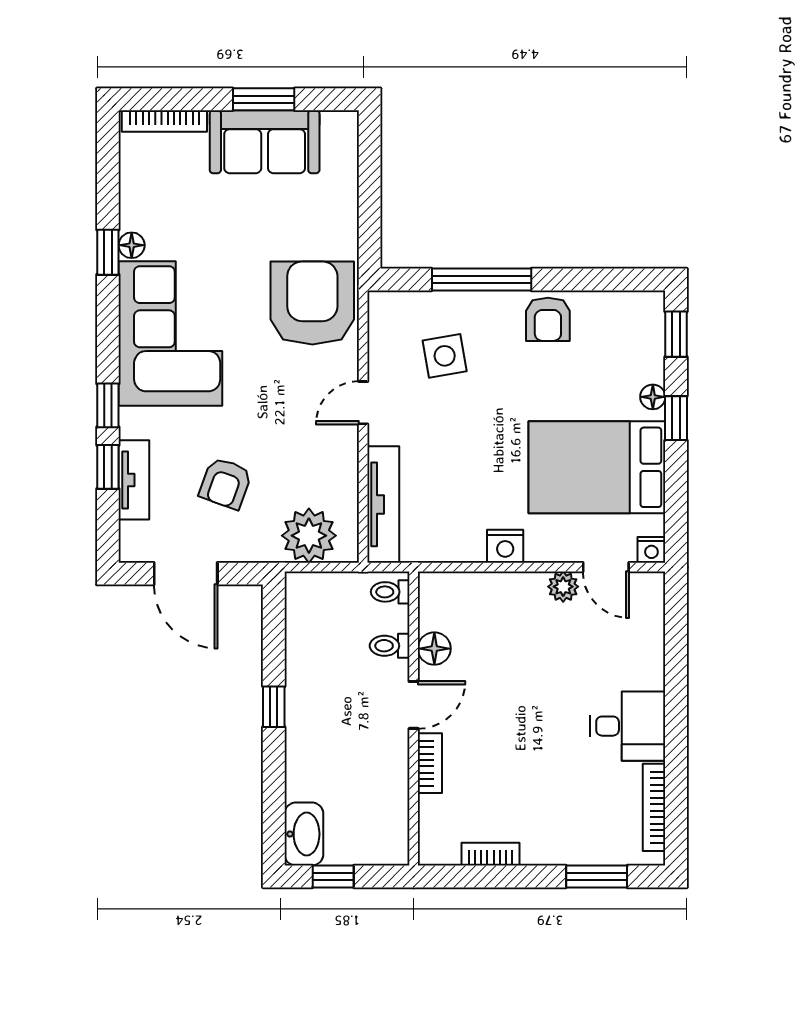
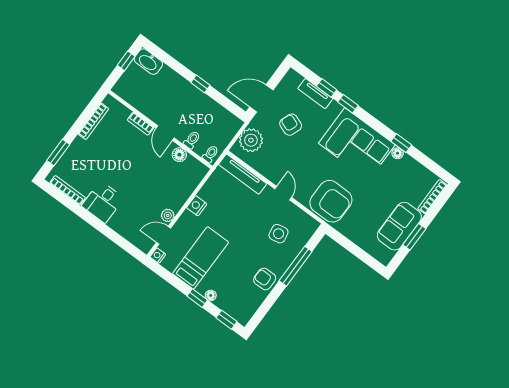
bed: (597, 467) -> (201, 258), width x0.67
door: (186, 574) -> (261, 98), moved
bookcase: (491, 854) -> (93, 121), width x1.56

